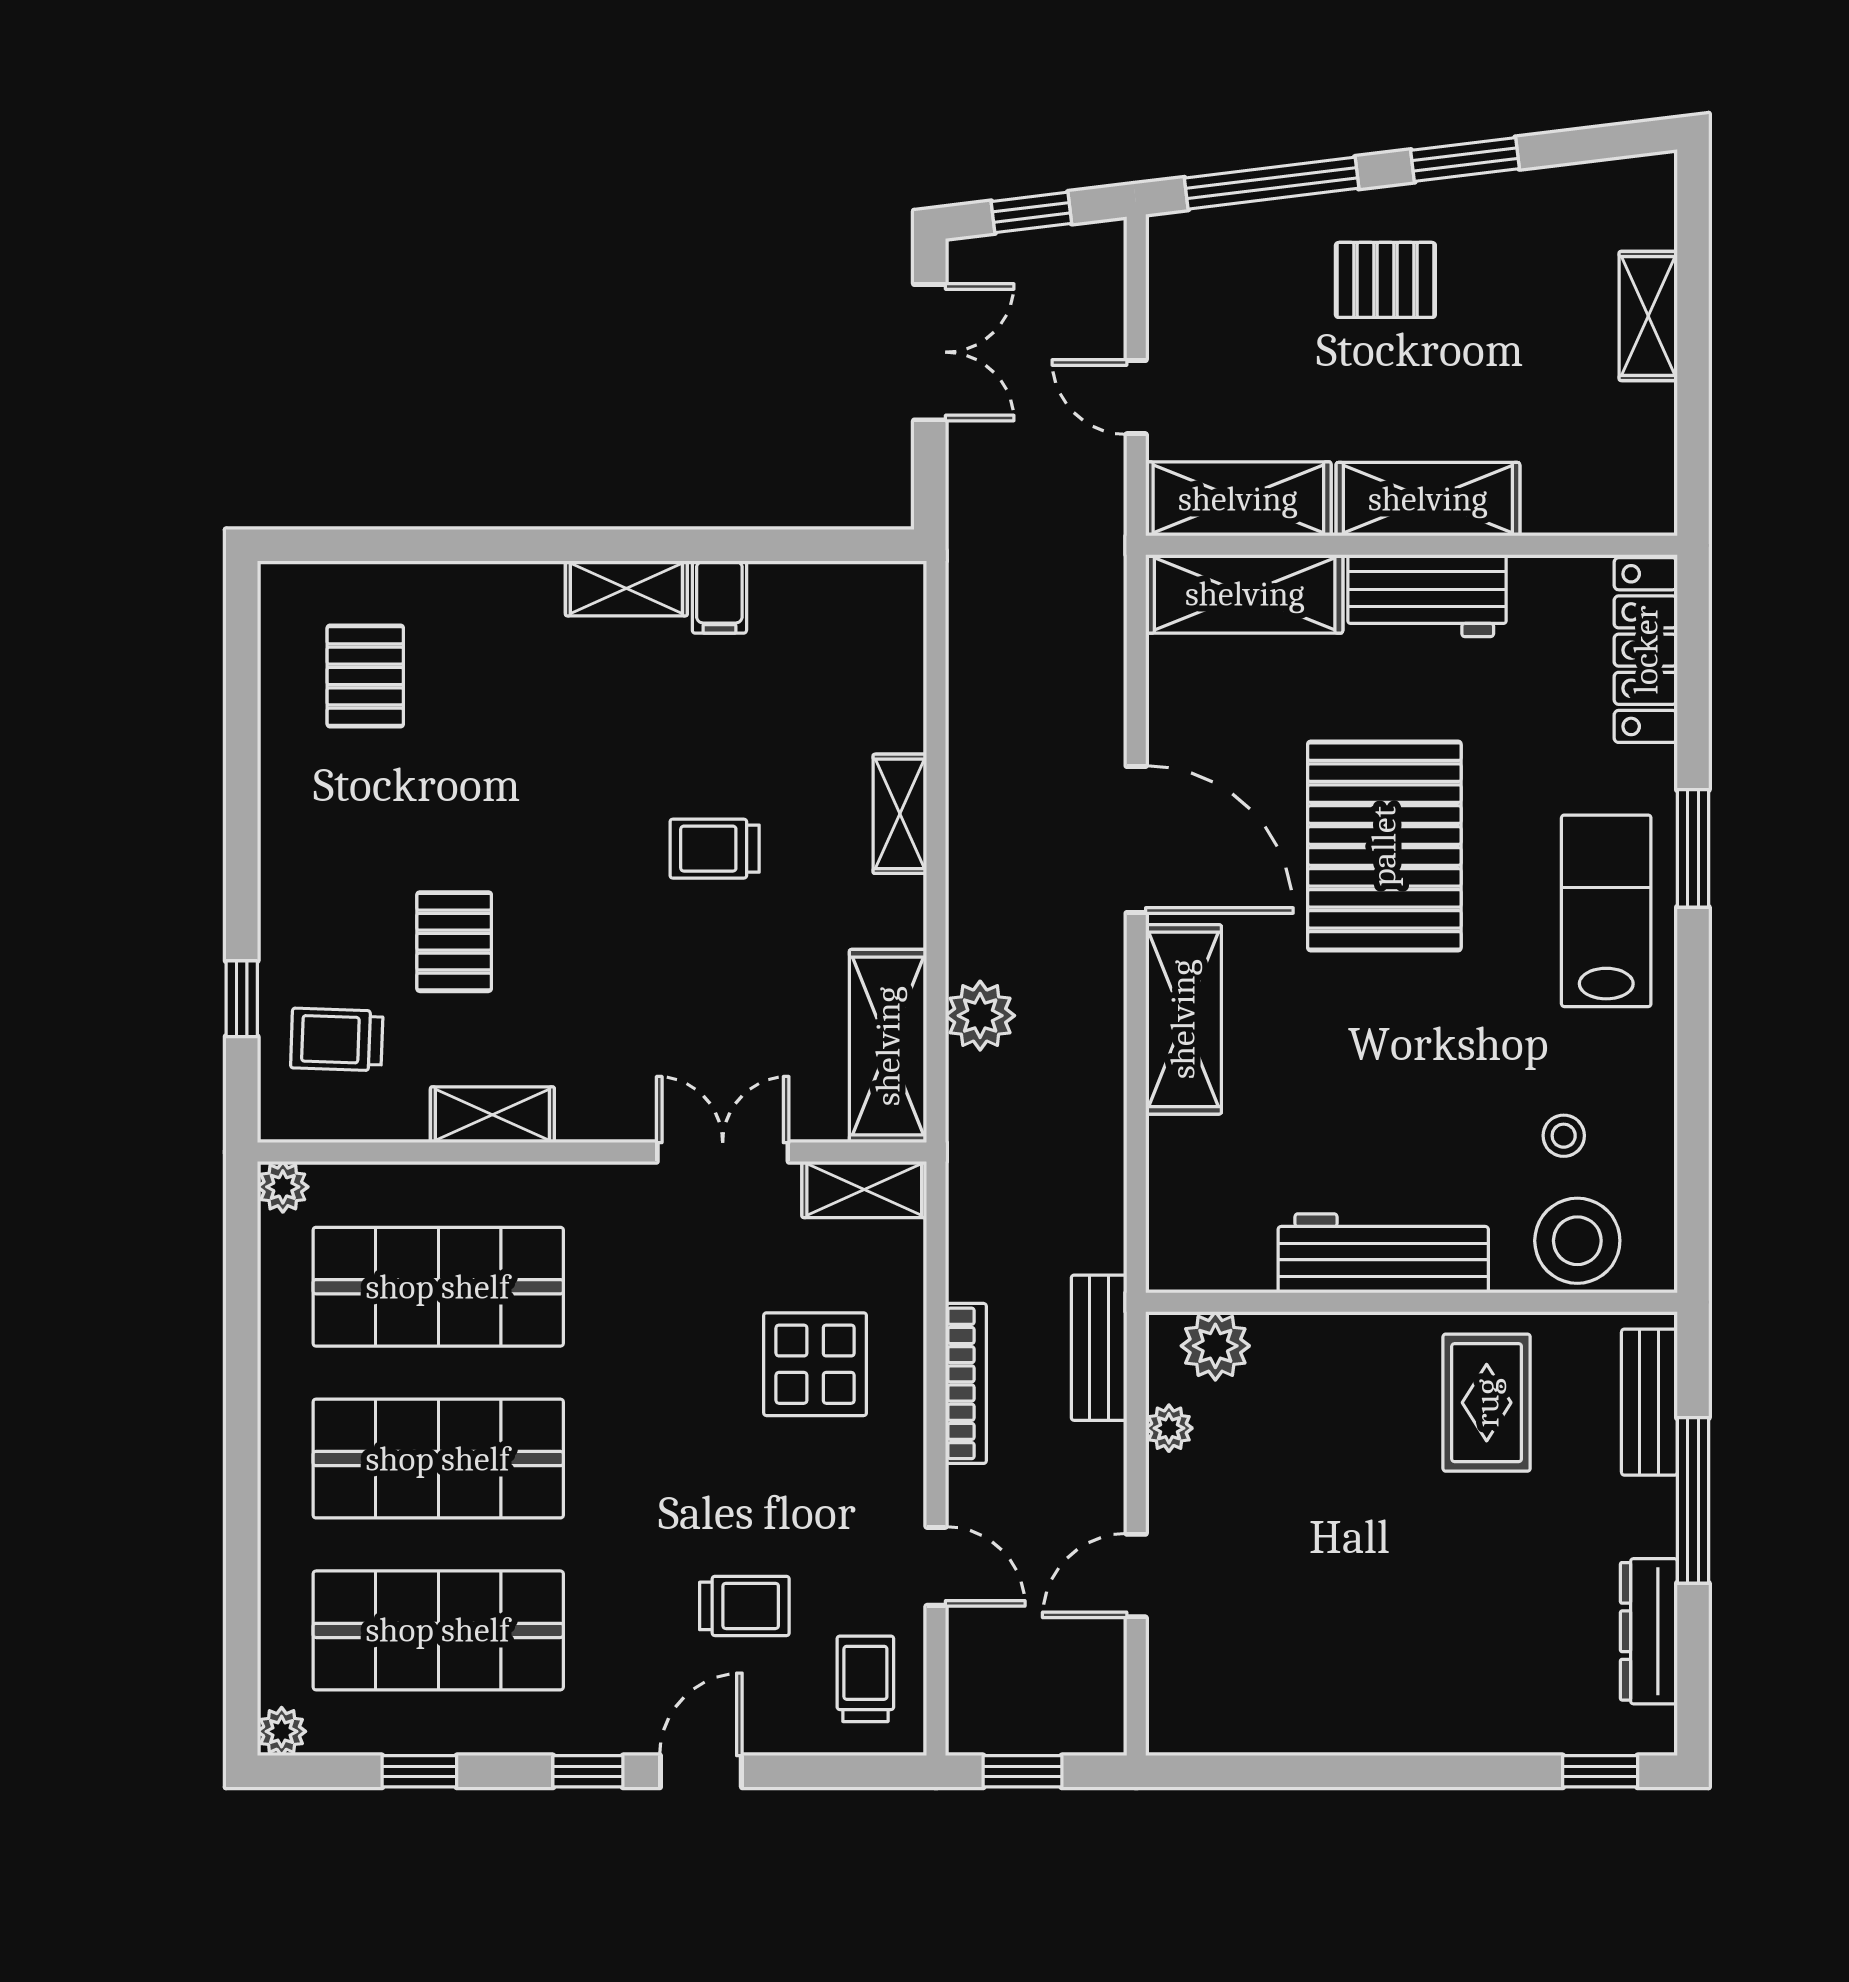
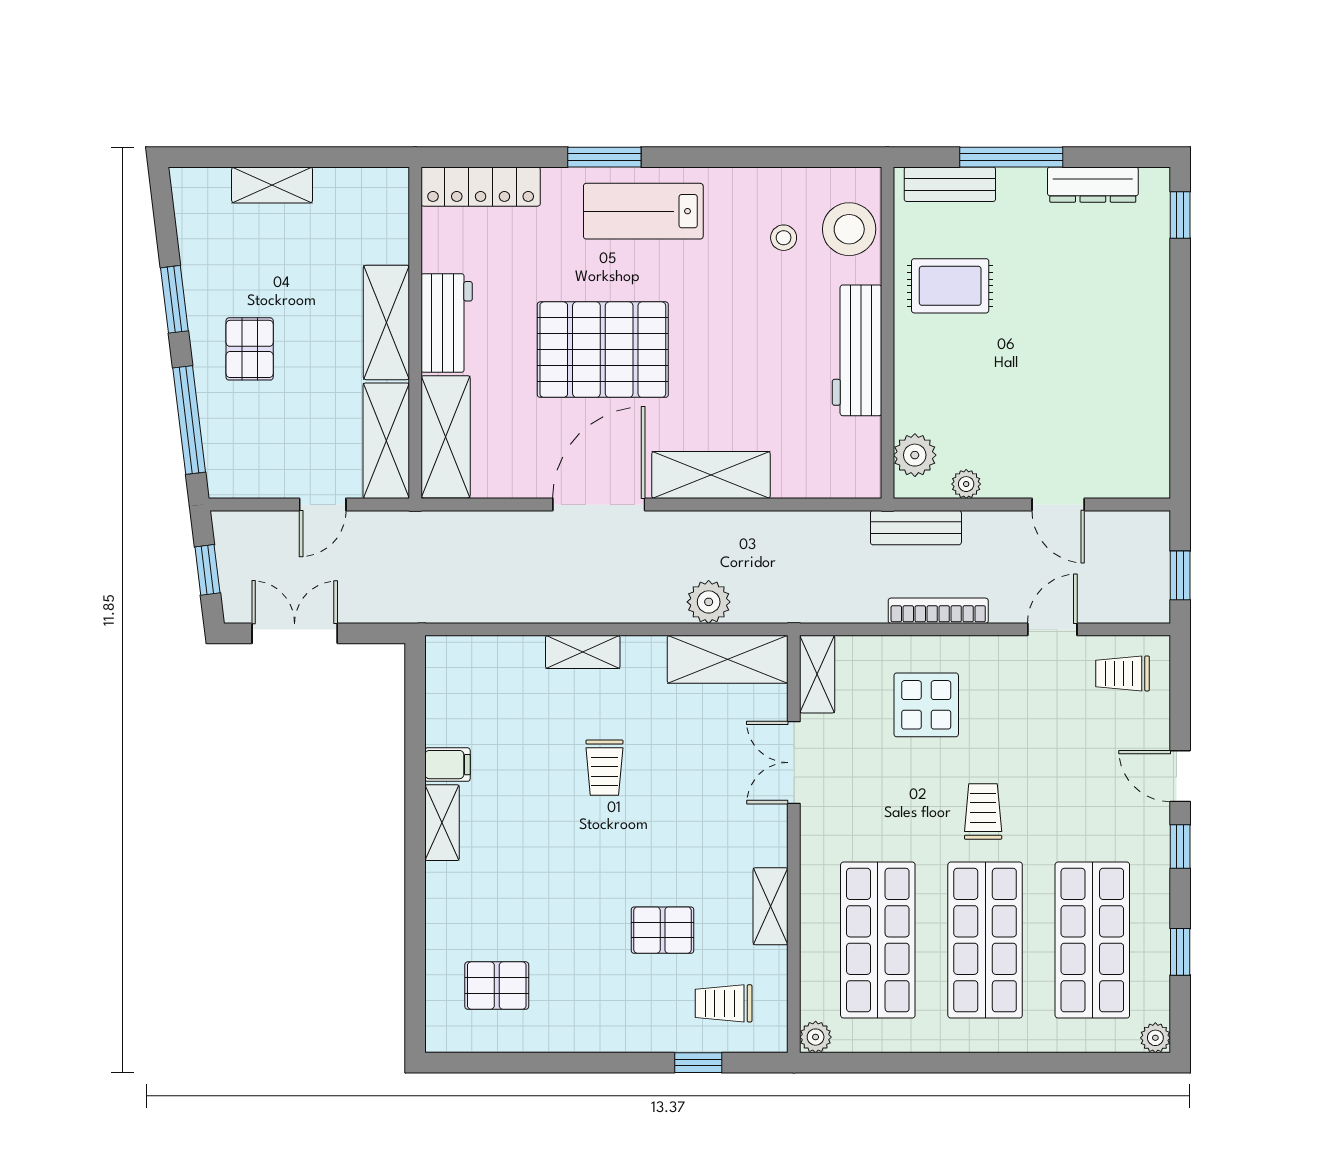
trolley: (337, 1039) -> (724, 1003), turned 88
trolley: (744, 1606) -> (983, 812), moved

